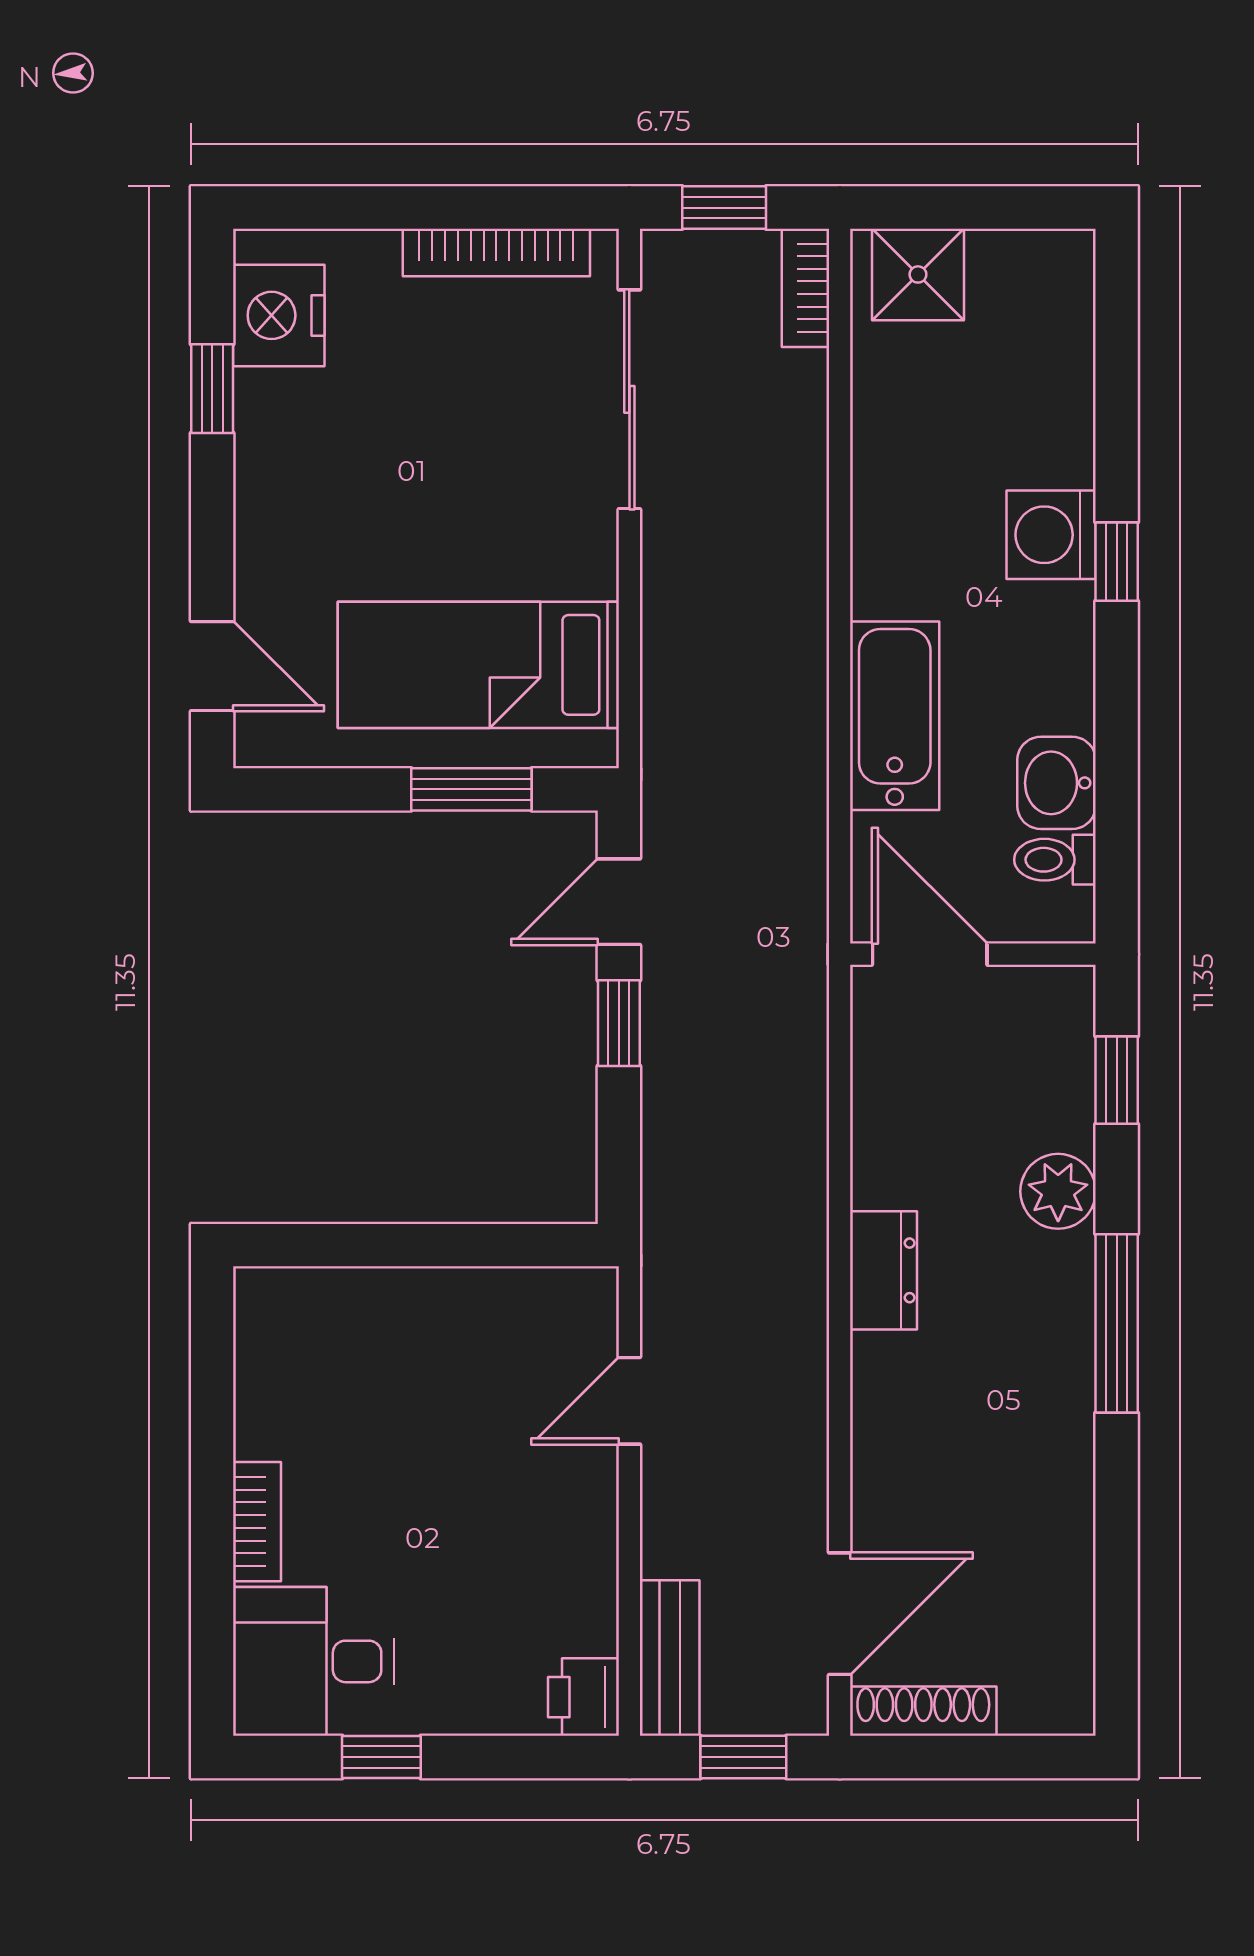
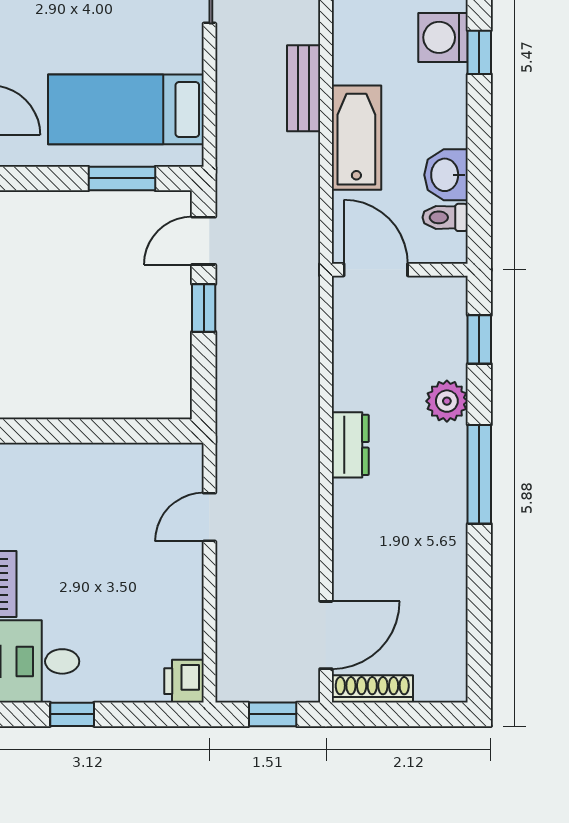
bench: (670, 1658) -> (304, 88), moved

